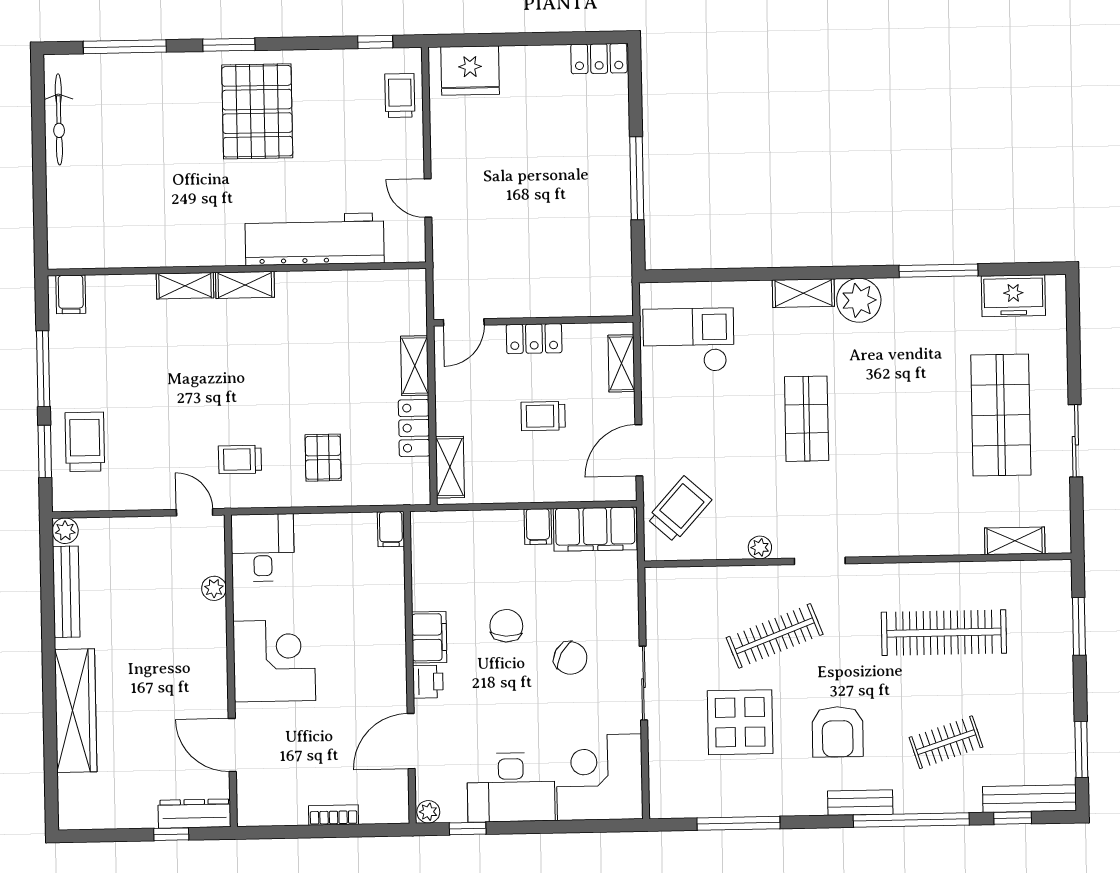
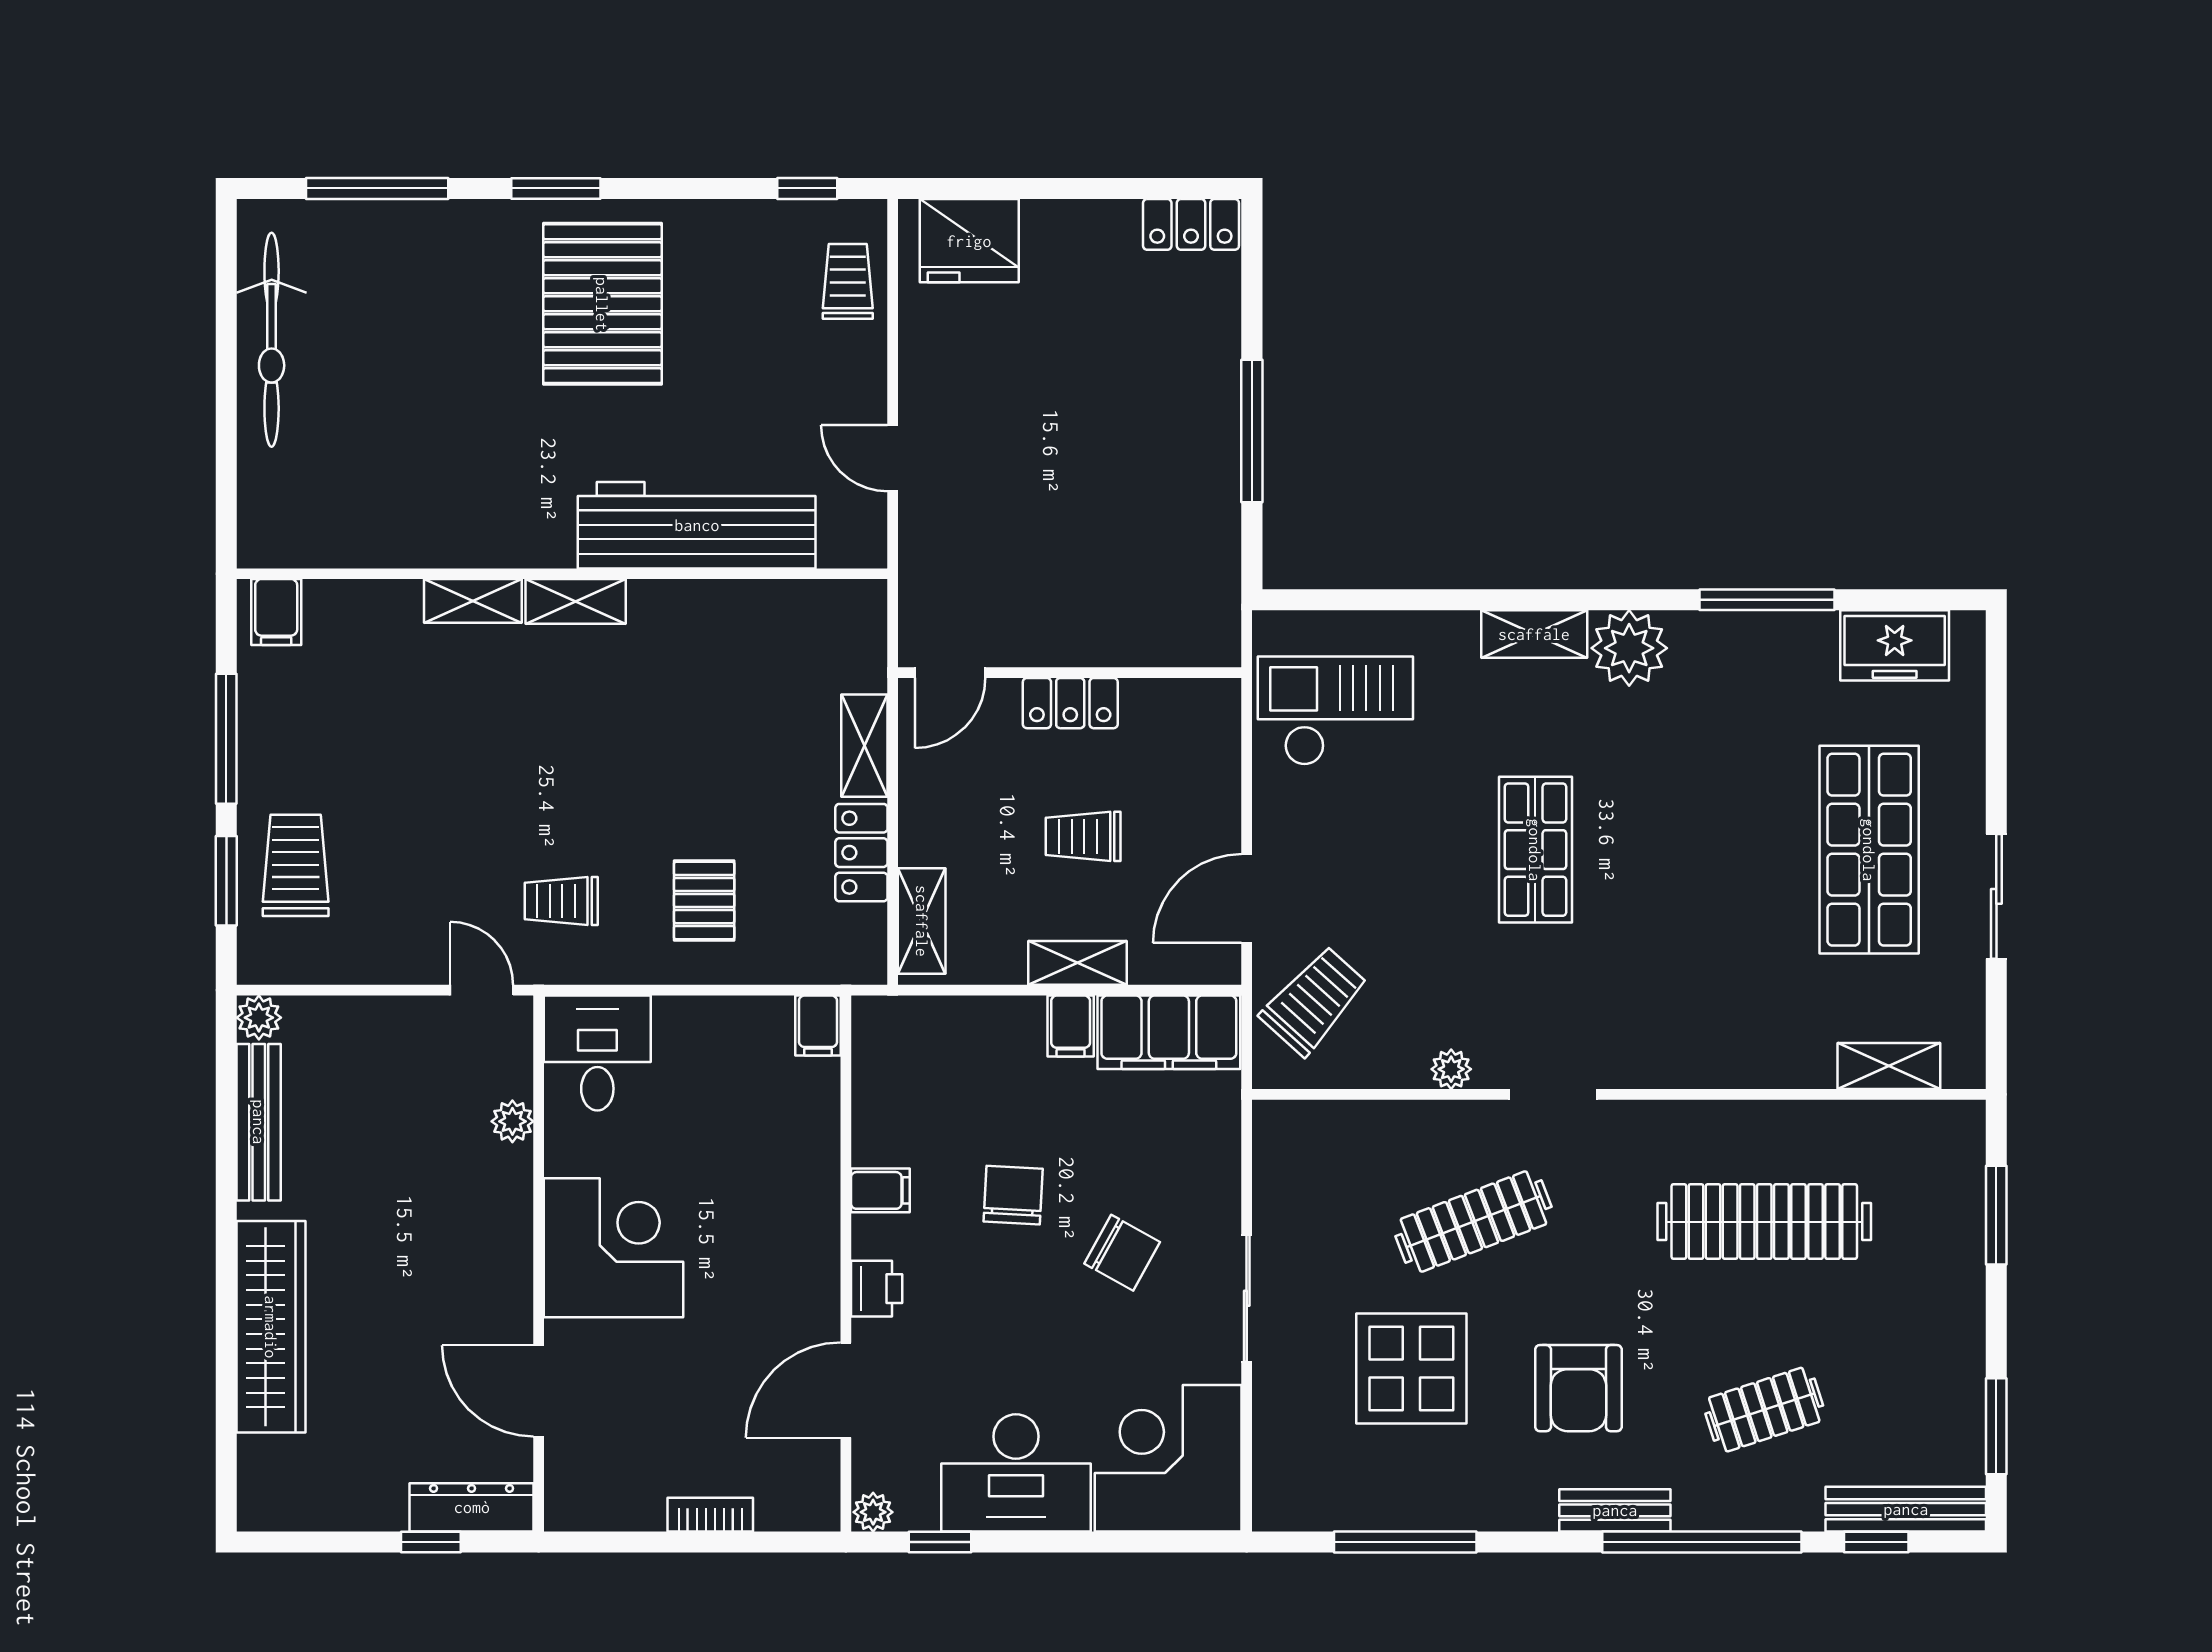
bicycle: (59, 119) -> (272, 340), width x1.37, depth x1.40
shelving: (621, 363) -> (1078, 963), moved, turned 90
filing cabinet: (429, 637) -> (880, 1190), width x0.50

